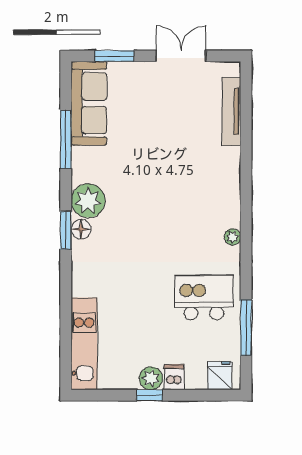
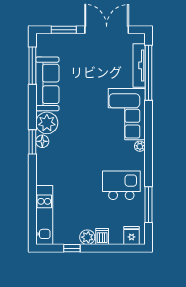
double door: (181, 56) -> (107, 30), width x1.37
sofa: (89, 103) -> (47, 84), moved
window: (246, 123) -> (149, 73), added
window: (66, 140) -> (32, 66), moved
corner sofa: (212, 187) -> (127, 114), added
window: (150, 395) -> (72, 248), moved

